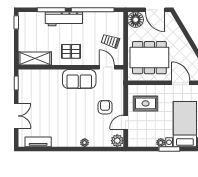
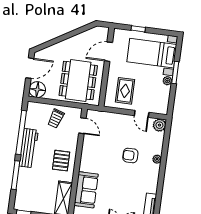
workbench: (64, 19) -> (29, 148), moved
door: (107, 67) -> (82, 126), swing flipped
sofa: (79, 79) -> (86, 190), moved
armchair: (105, 107) -> (130, 155), moved

